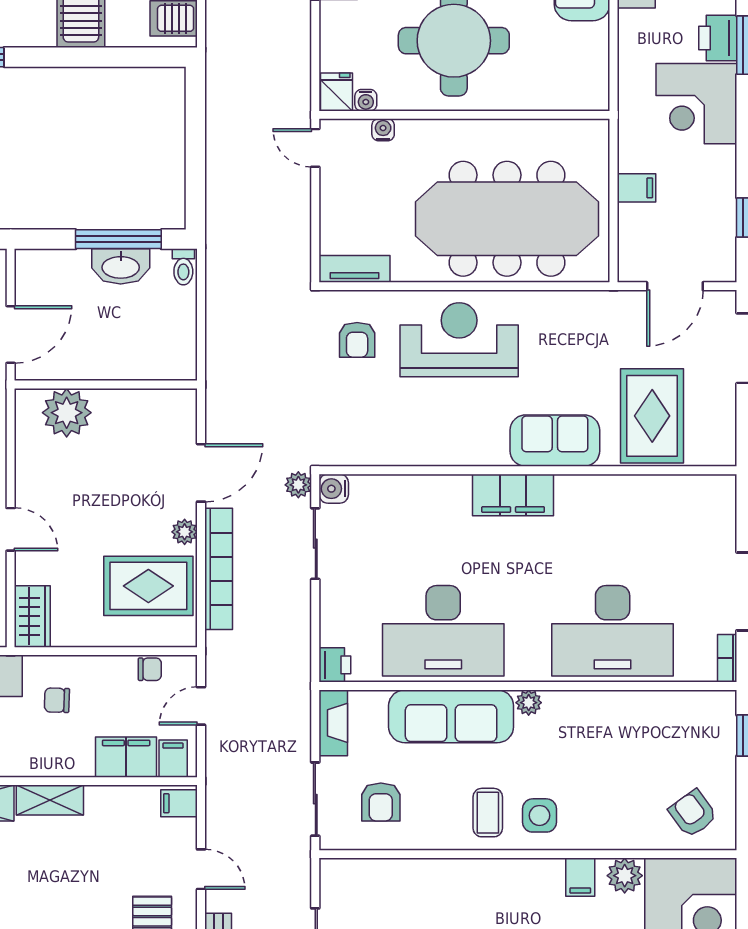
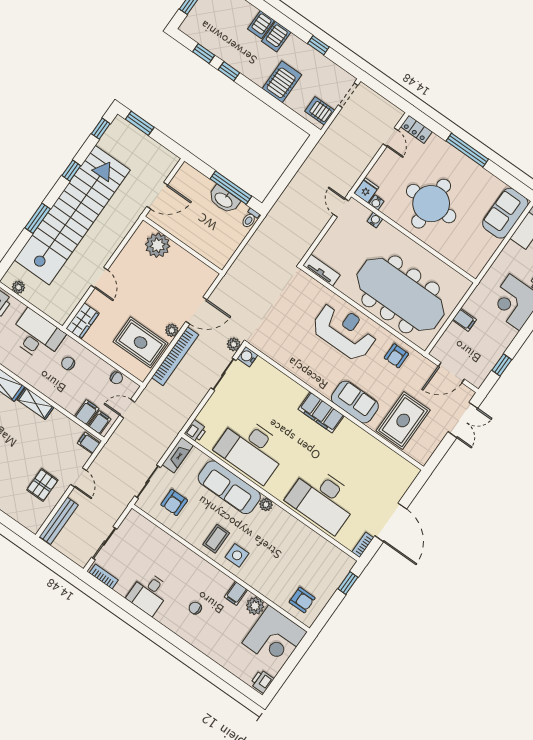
armchair: (357, 340) -> (396, 356), moved
filing cabinet: (126, 757) -> (87, 412), width x0.50
armchair: (693, 814) -> (302, 600), turned 126

